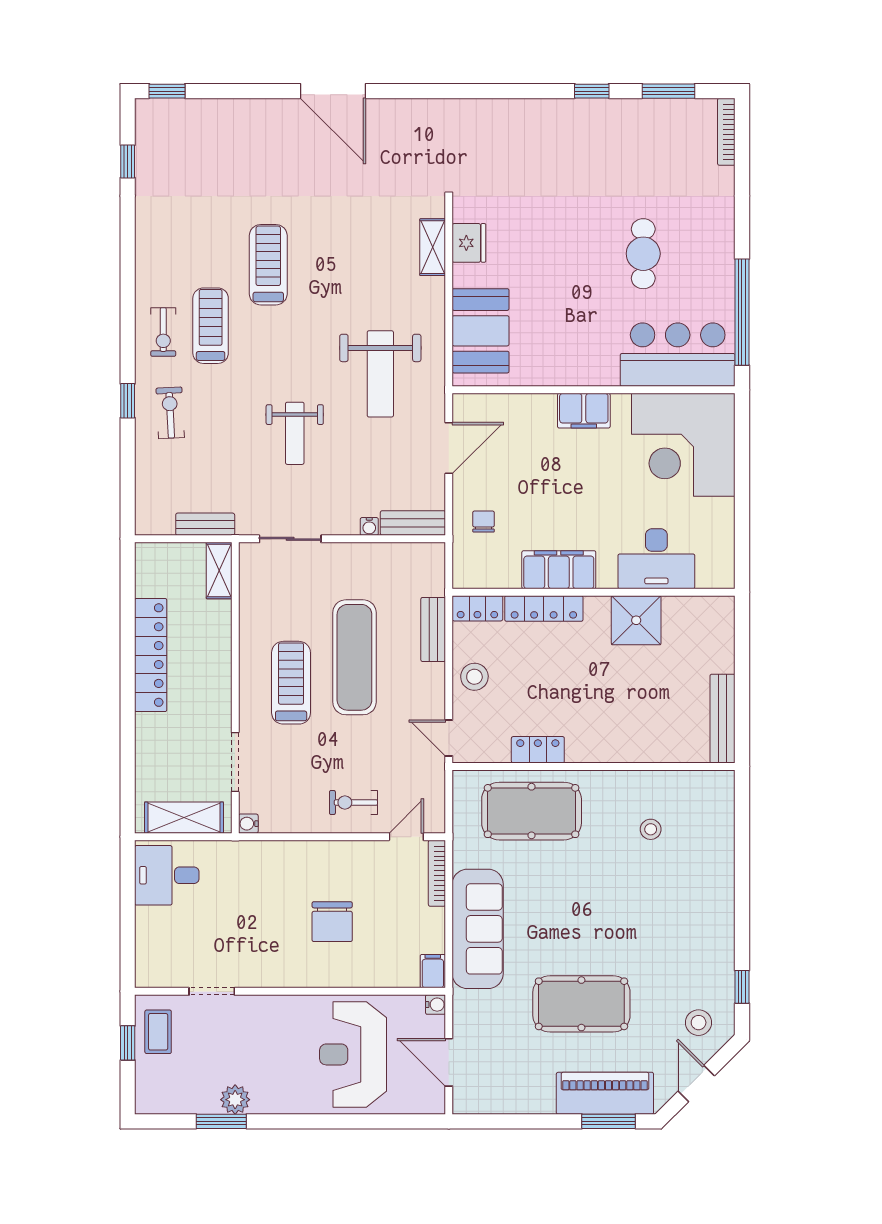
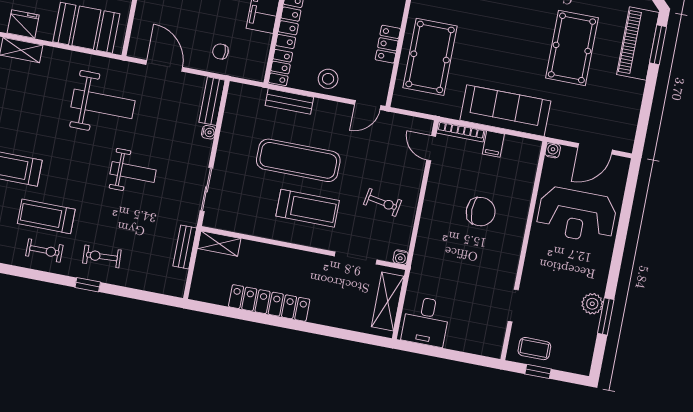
treadmill: (291, 683) -> (308, 208), turned 180
exercise bike: (354, 803) -> (382, 202), moved, turned -80
filing cabinet: (433, 971) -> (493, 144), moved, turned -90

